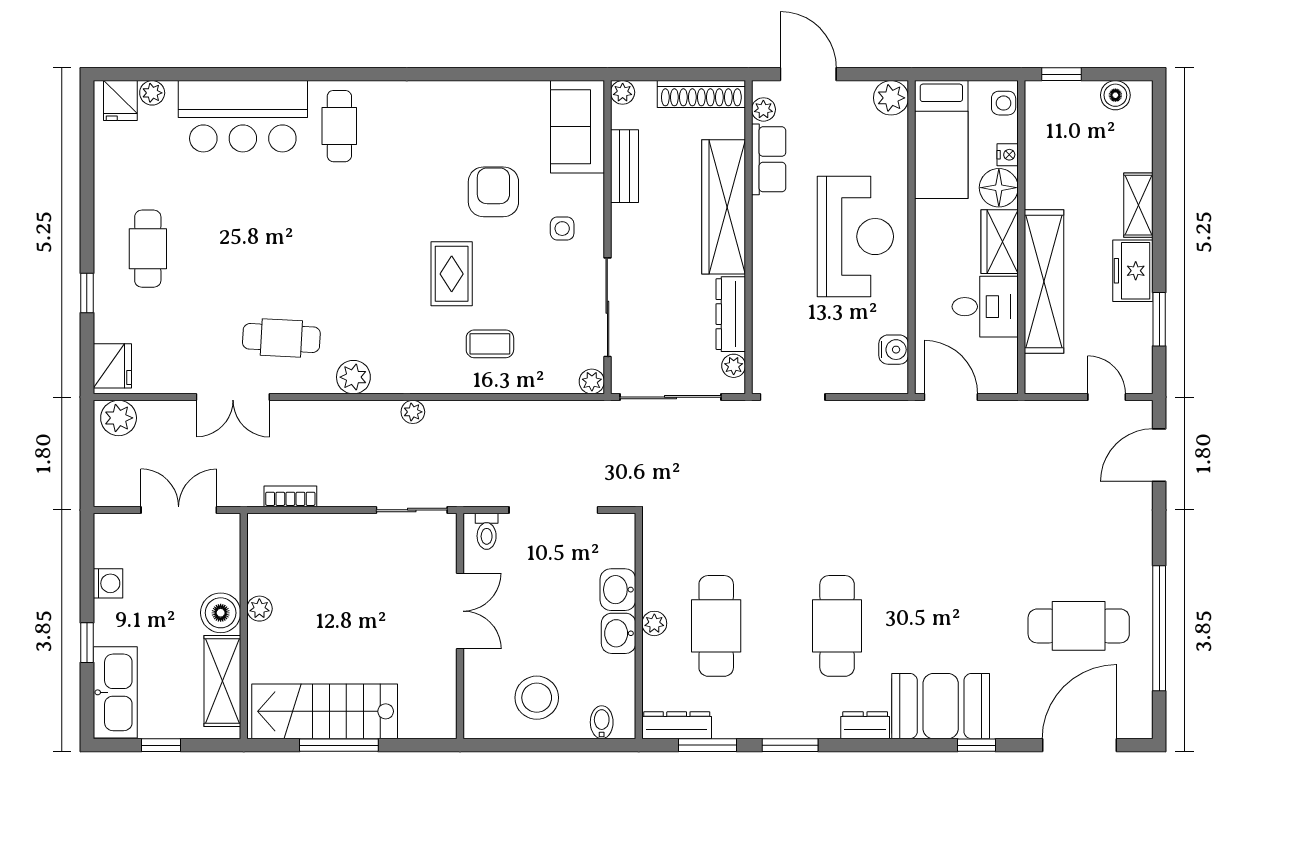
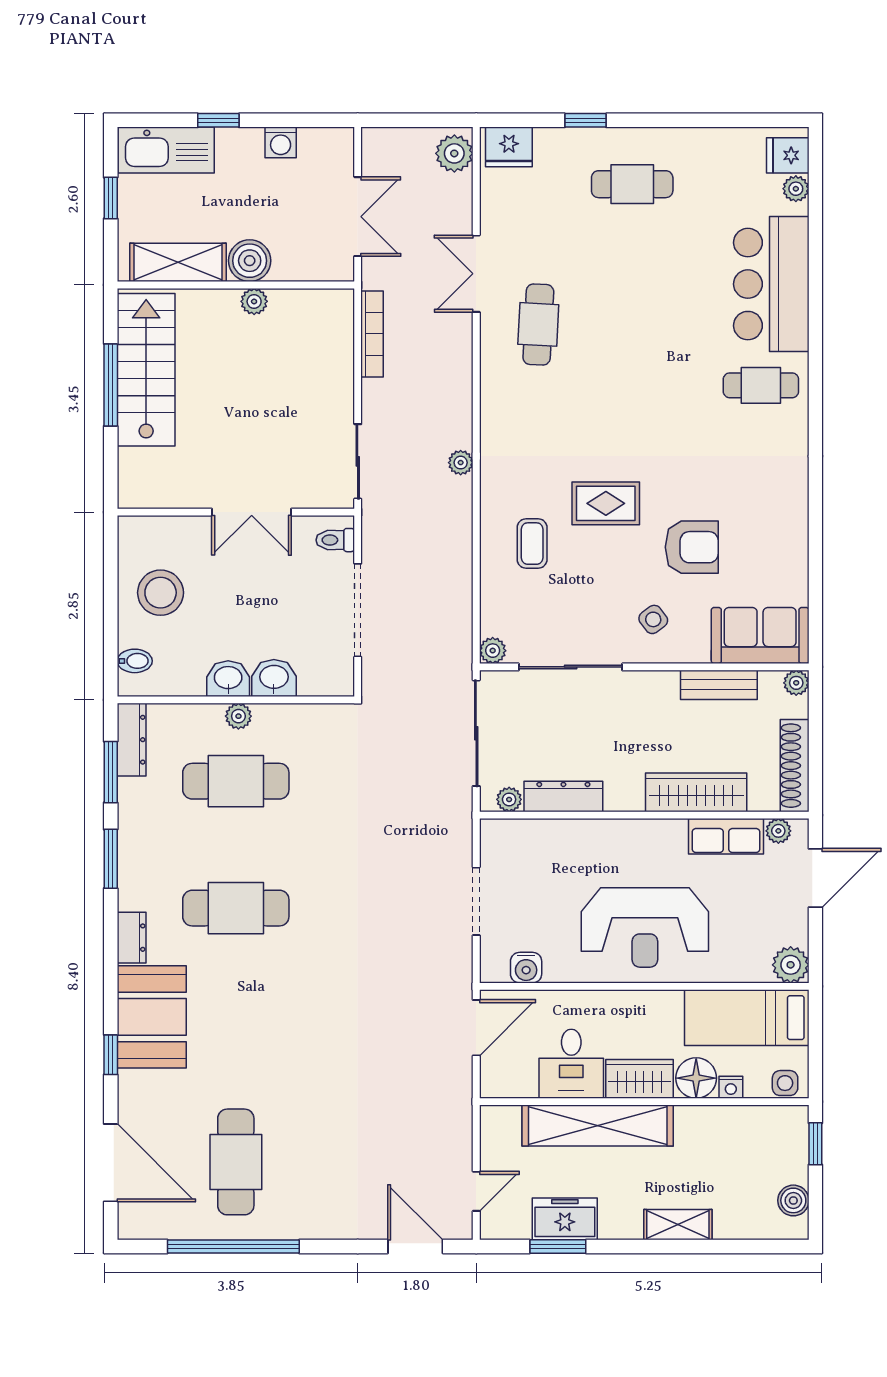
wardrobe: (724, 207) -> (696, 792), width x0.71, depth x0.85
side table: (562, 229) -> (653, 619), turned -37
freezer: (1133, 271) -> (565, 1219), moved
plant: (353, 377) -> (497, 400), removed
doorway: (793, 397) -> (476, 901), moved
bookcase: (290, 496) -> (372, 334), width x1.56

